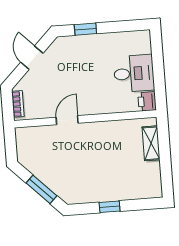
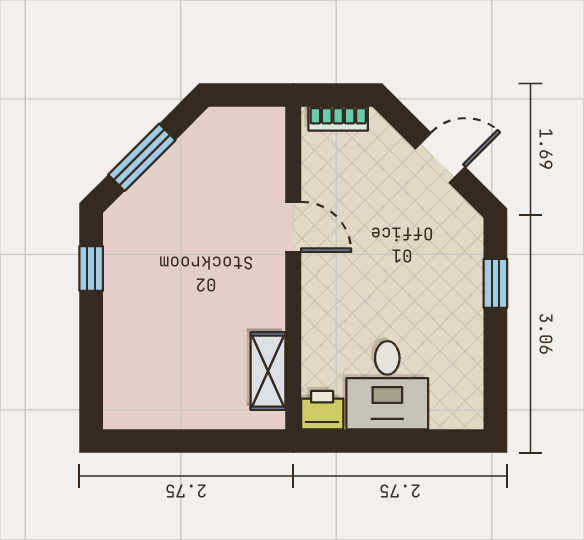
shelving: (151, 143) -> (268, 371), moved, turned 90
window: (110, 207) -> (91, 269), moved

